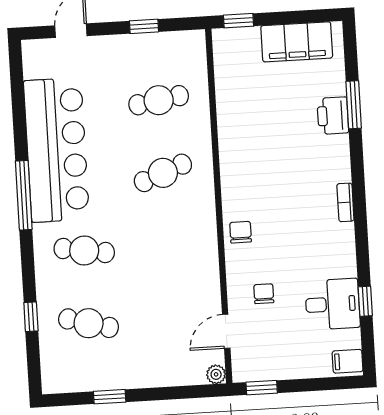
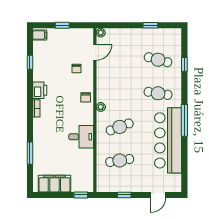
printer: (333, 116) -> (40, 90), moved
plant: (206, 214) -> (101, 107), added
desk: (332, 304) -> (81, 137), moved, turned 180
window: (262, 388) -> (62, 25), moved

